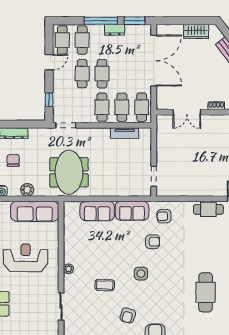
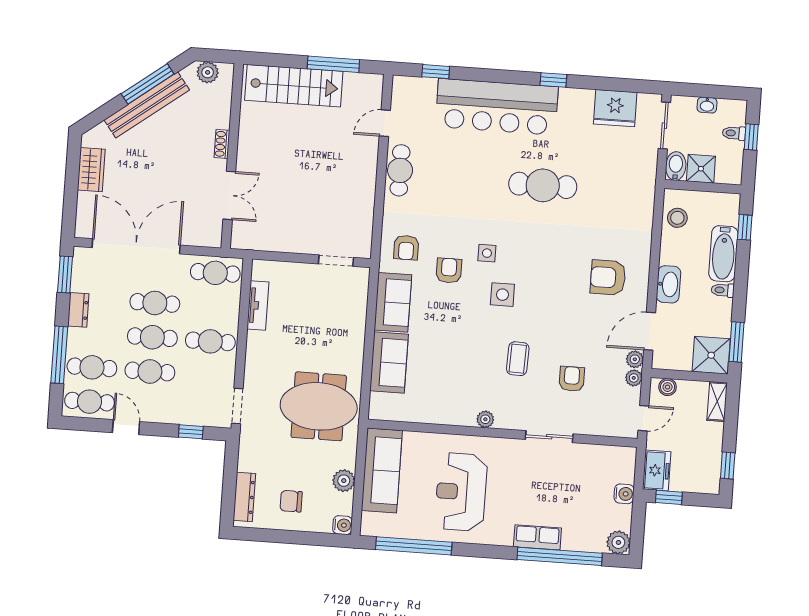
window: (101, 21) -> (59, 355), moved
cafe table: (122, 107) -> (155, 303), moved
side table: (164, 263) -> (487, 253), added
armchair: (128, 315) -> (572, 379), moved, turned -106

